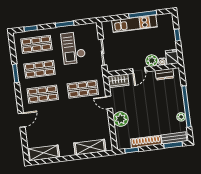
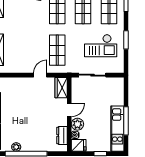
kitchen unit: (134, 24) -> (117, 129), moved
checkout: (73, 48) -> (101, 46), turned 180
door: (139, 70) -> (69, 110), swing flipped
plant: (121, 119) -> (22, 85), removed

